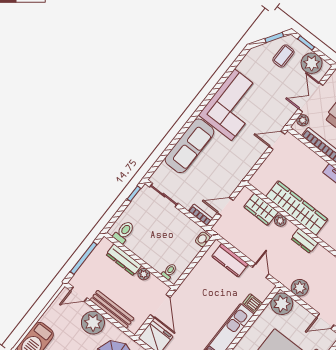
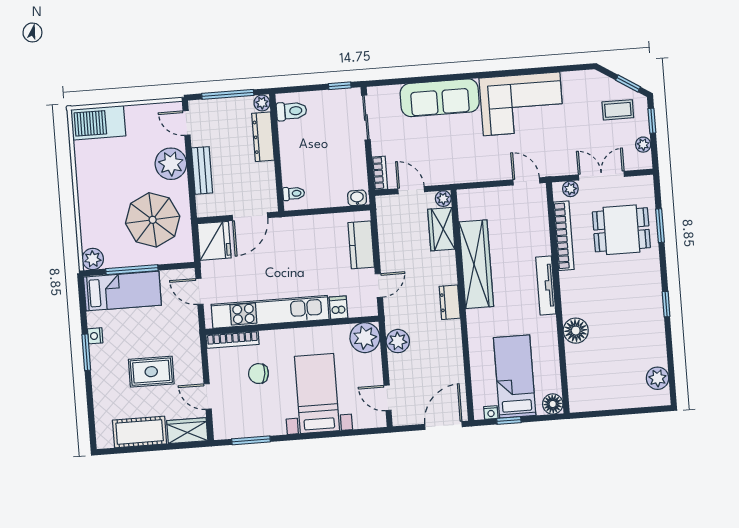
plant: (312, 63) -> (643, 145), width x0.53, depth x0.53
plant: (280, 221) -> (443, 199), moved
plant: (144, 274) -> (262, 103), moved
bench: (112, 309) -> (202, 170), width x0.73

